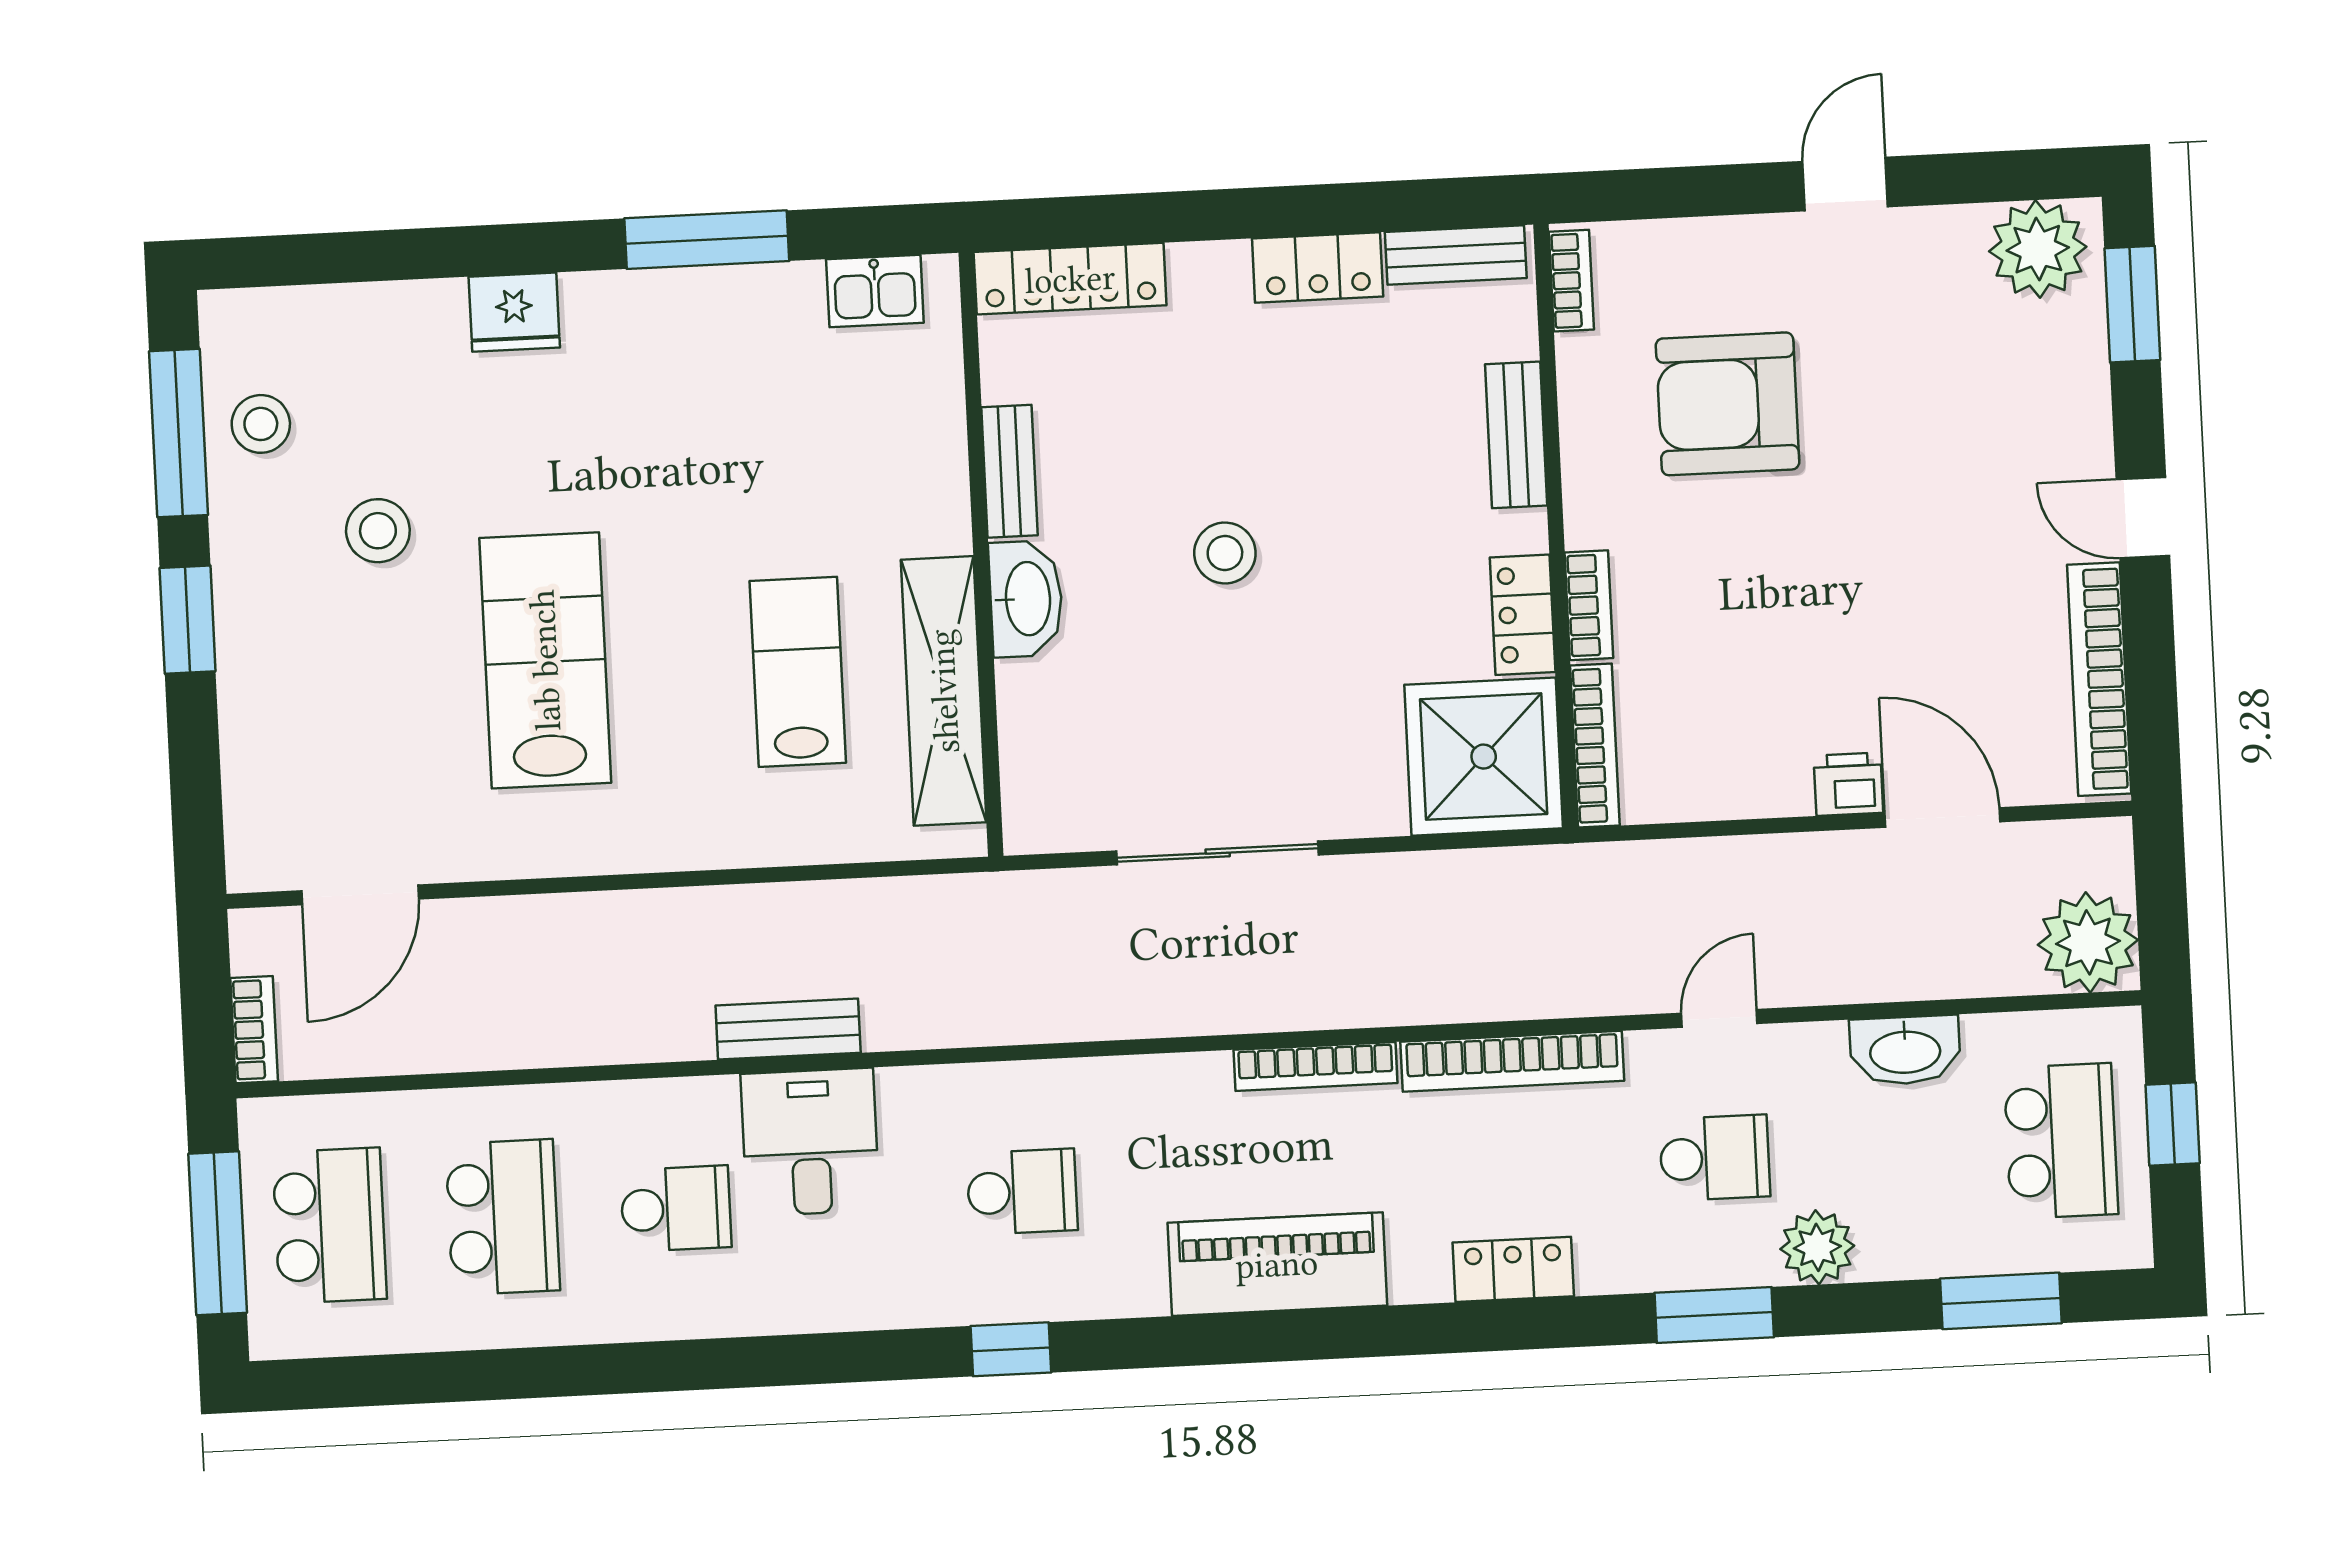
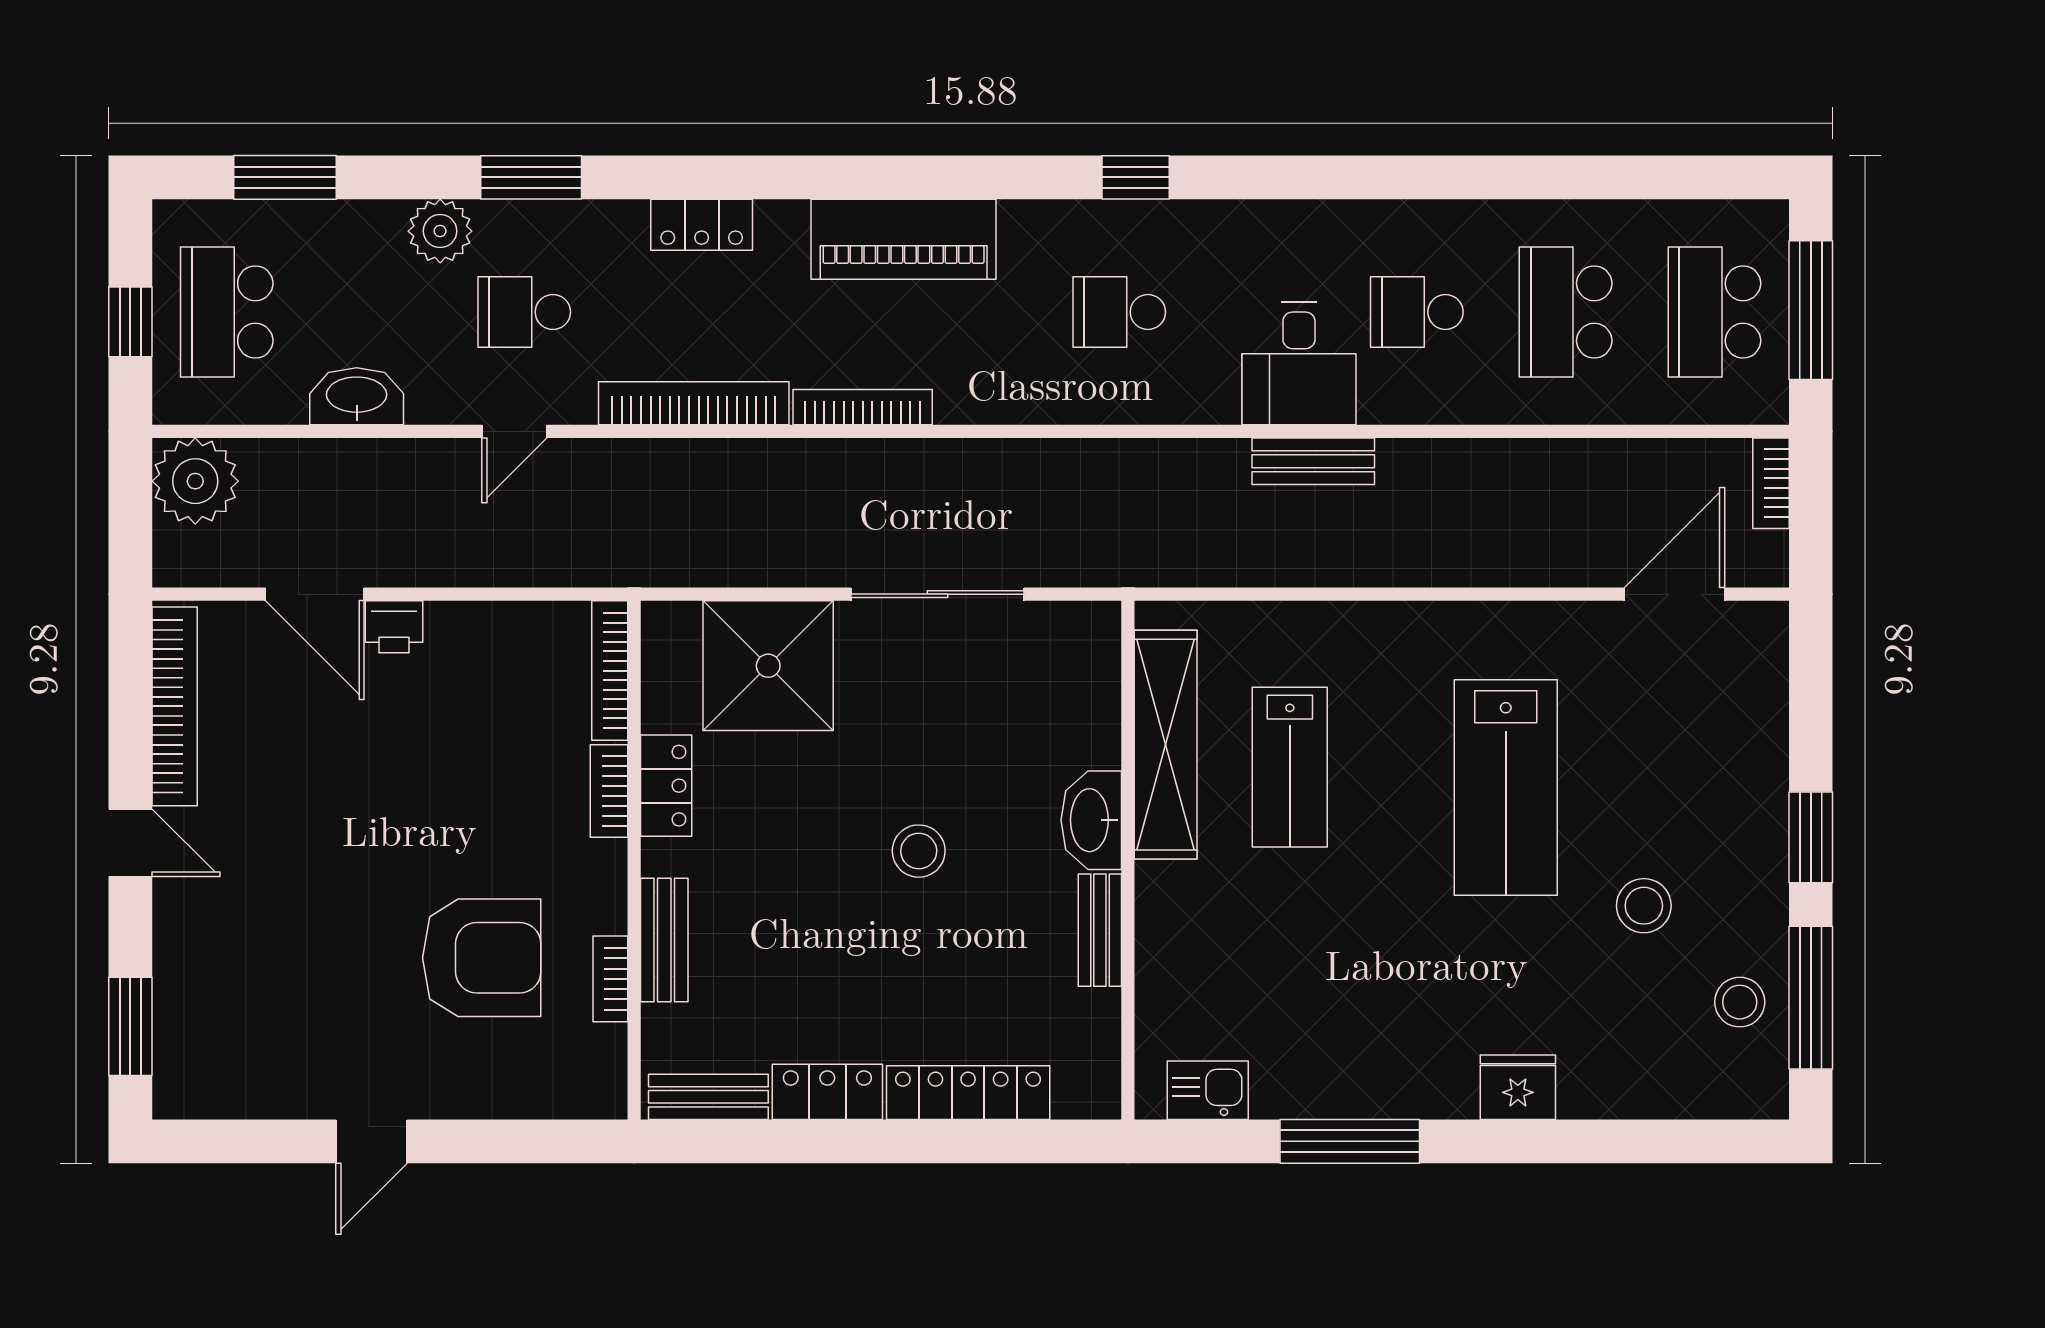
plant: (2038, 249) -> (209, 1078), removed
locker: (1070, 279) -> (968, 1093), moved
bookcase: (1571, 281) -> (610, 979), moved
shower: (1484, 757) -> (768, 666), moved

